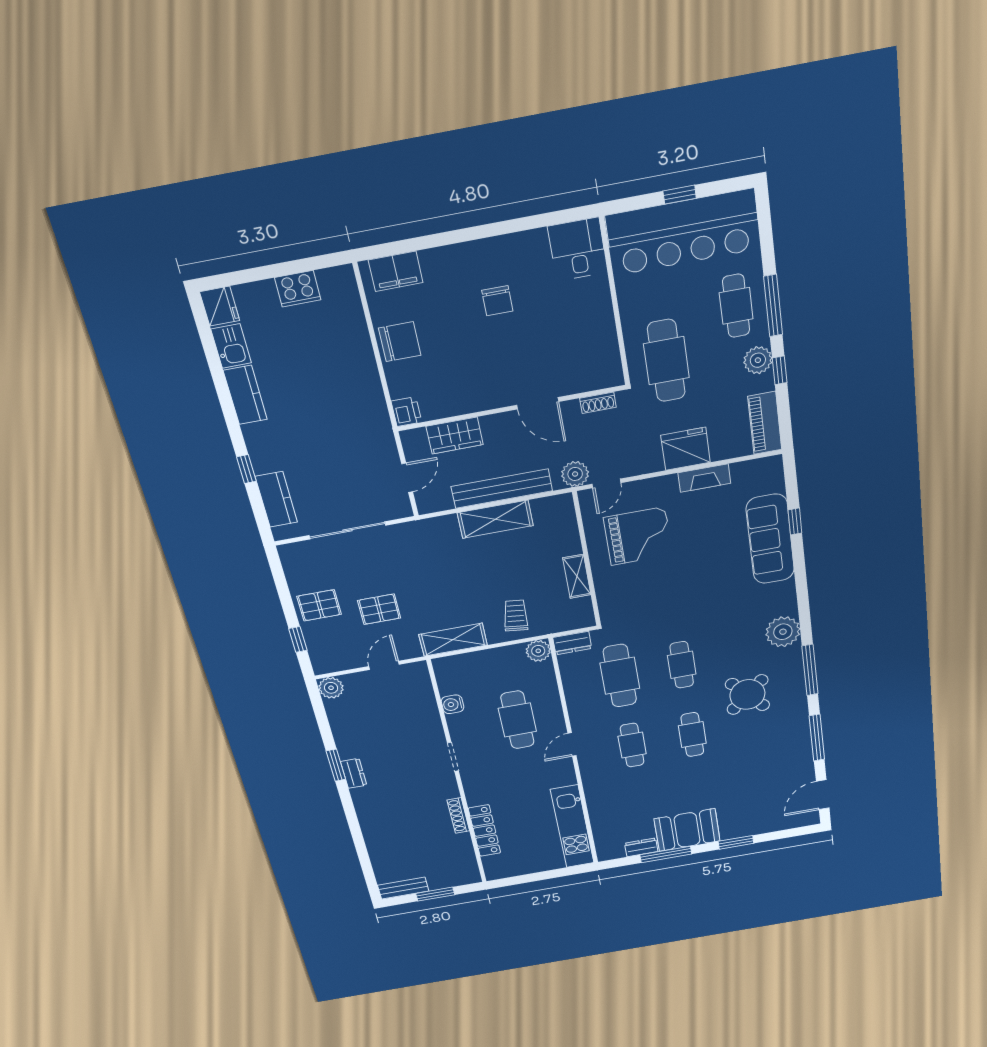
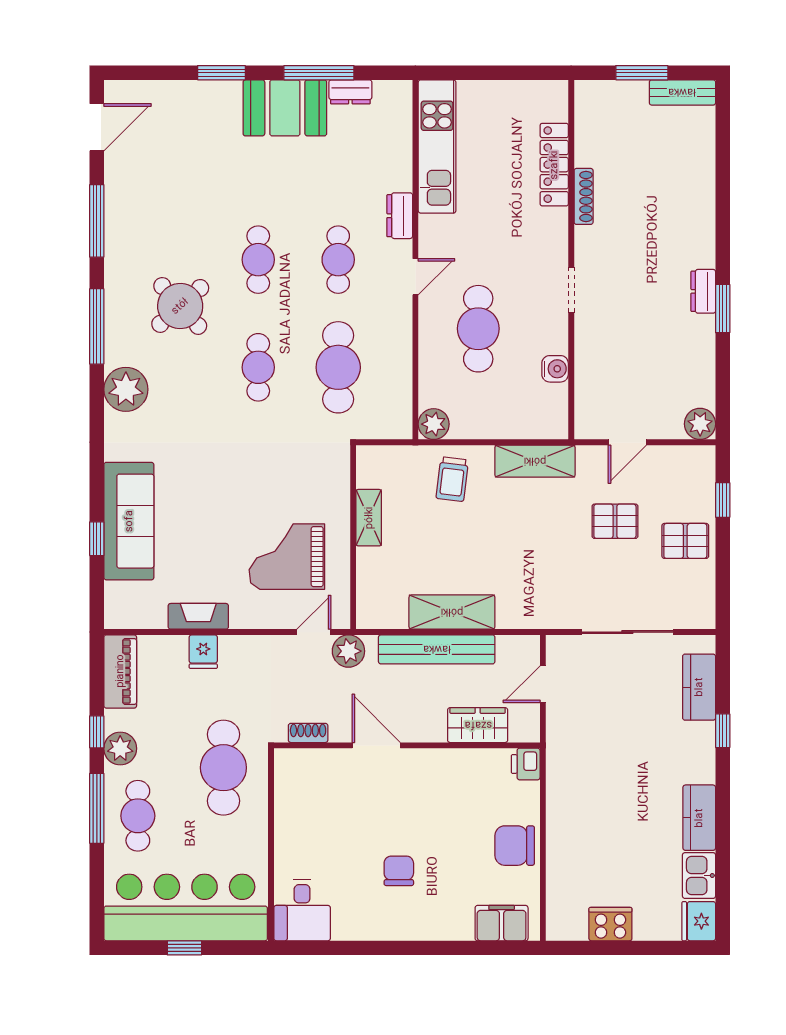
fridge: (685, 449) -> (203, 652), width x0.53, depth x0.75
dresser: (572, 643) -> (400, 216), moved, turned -90

